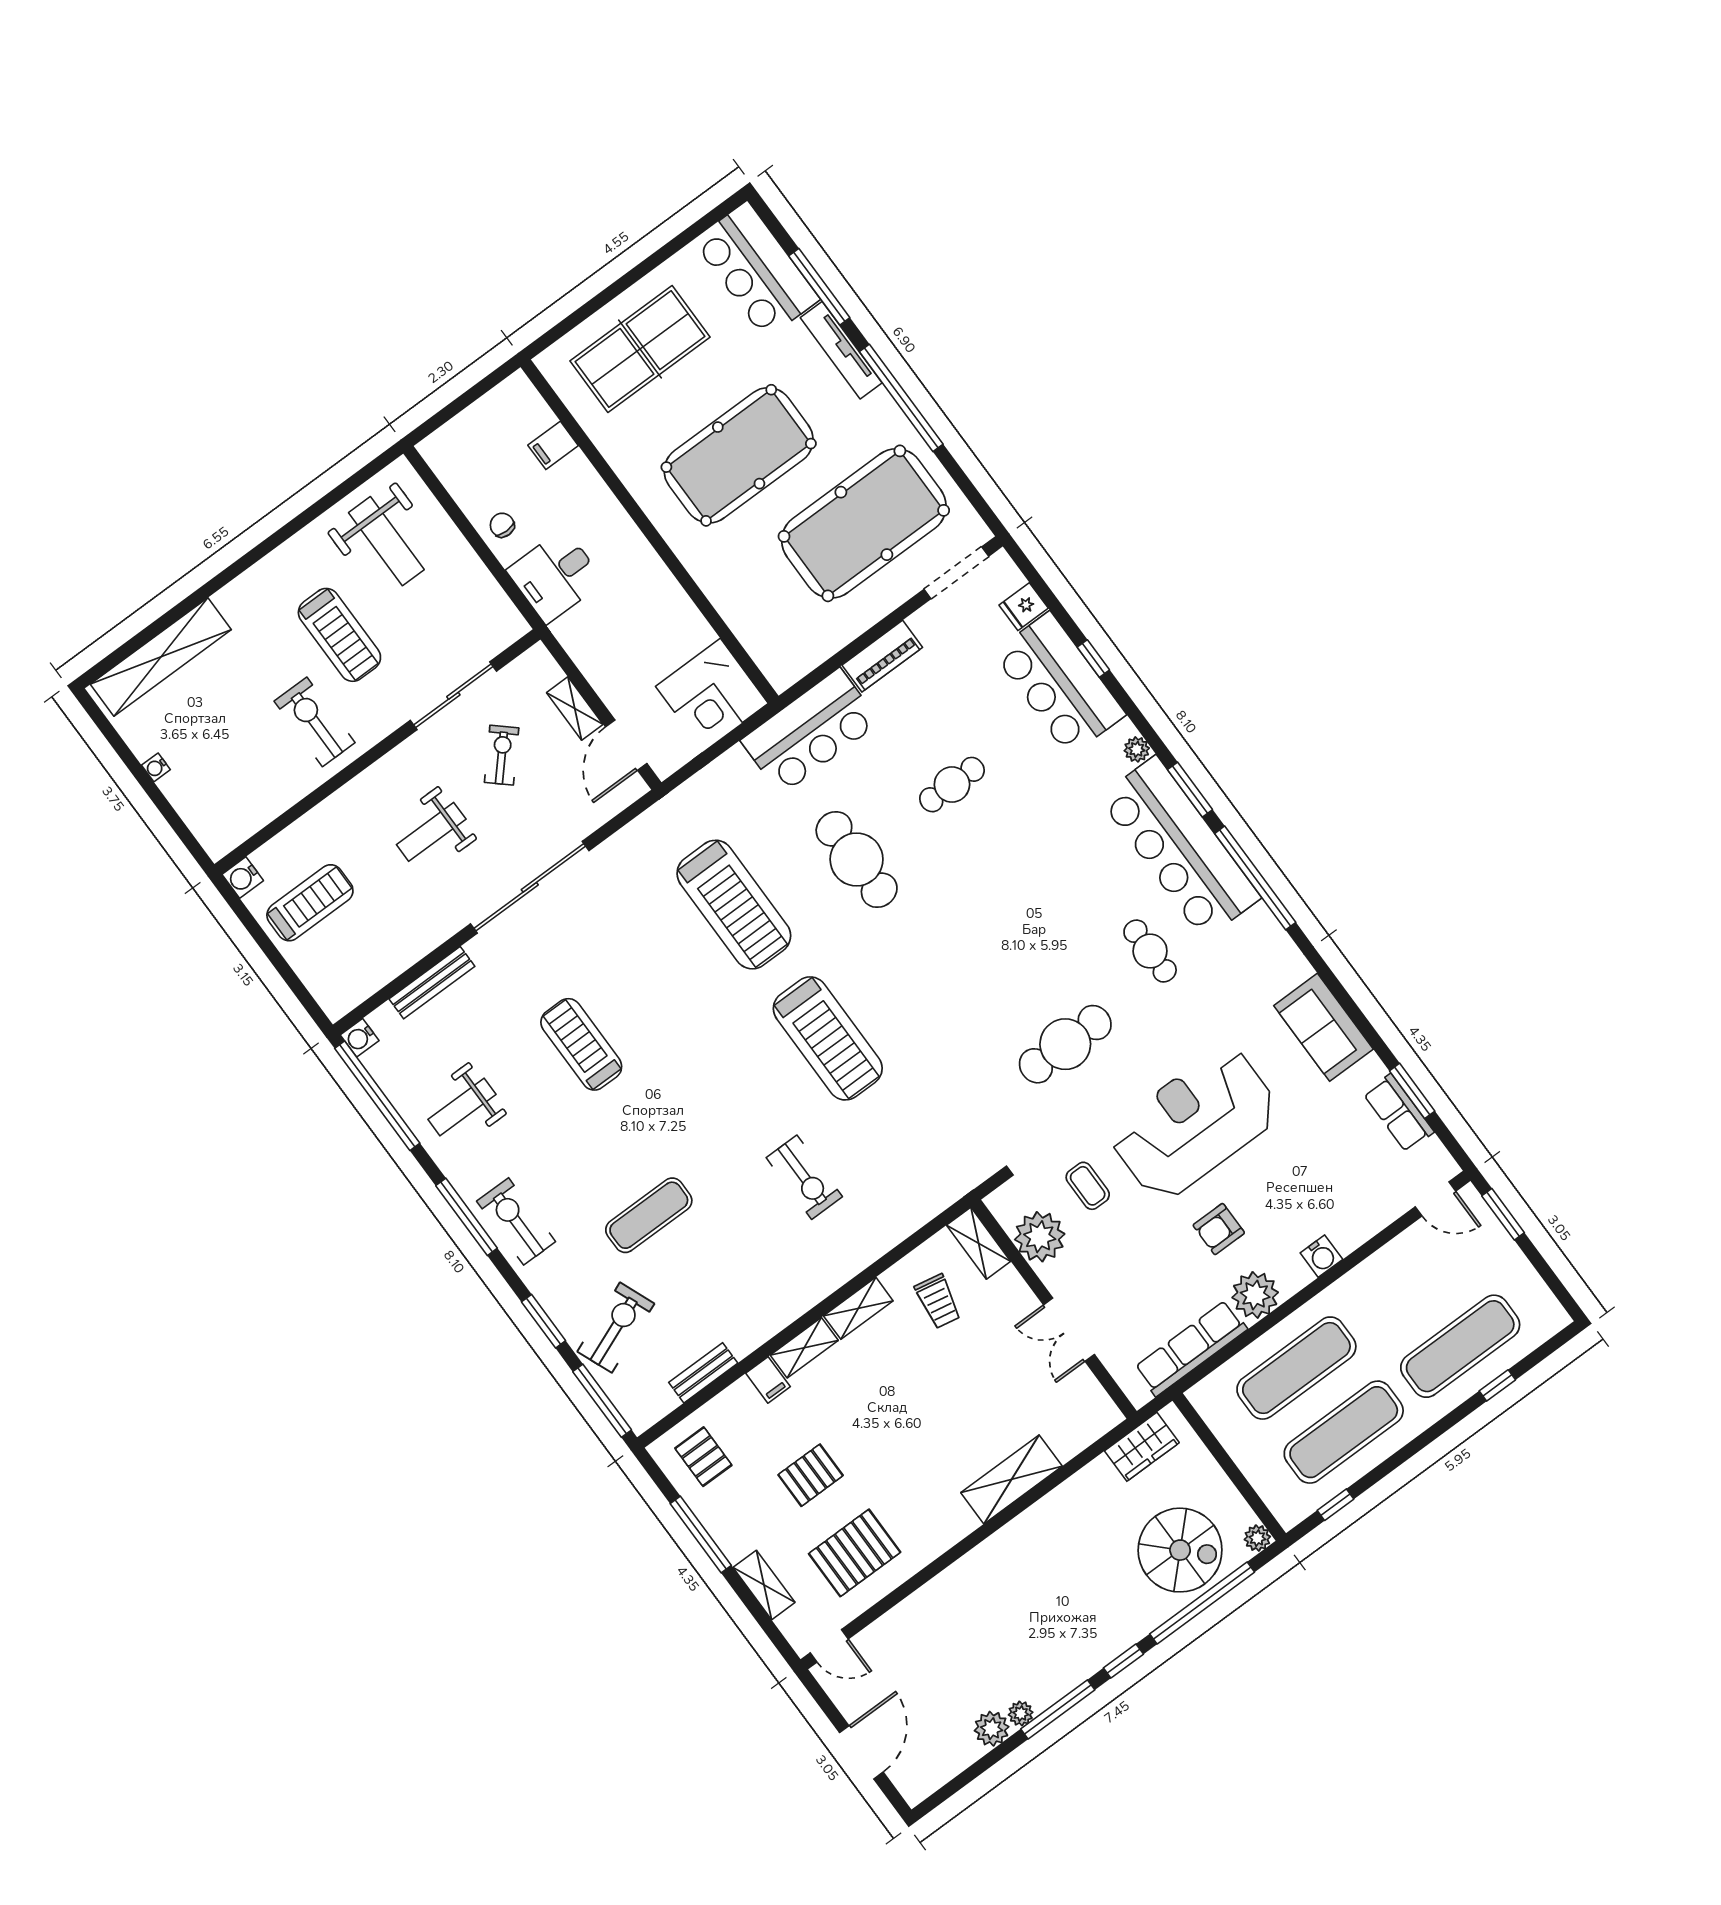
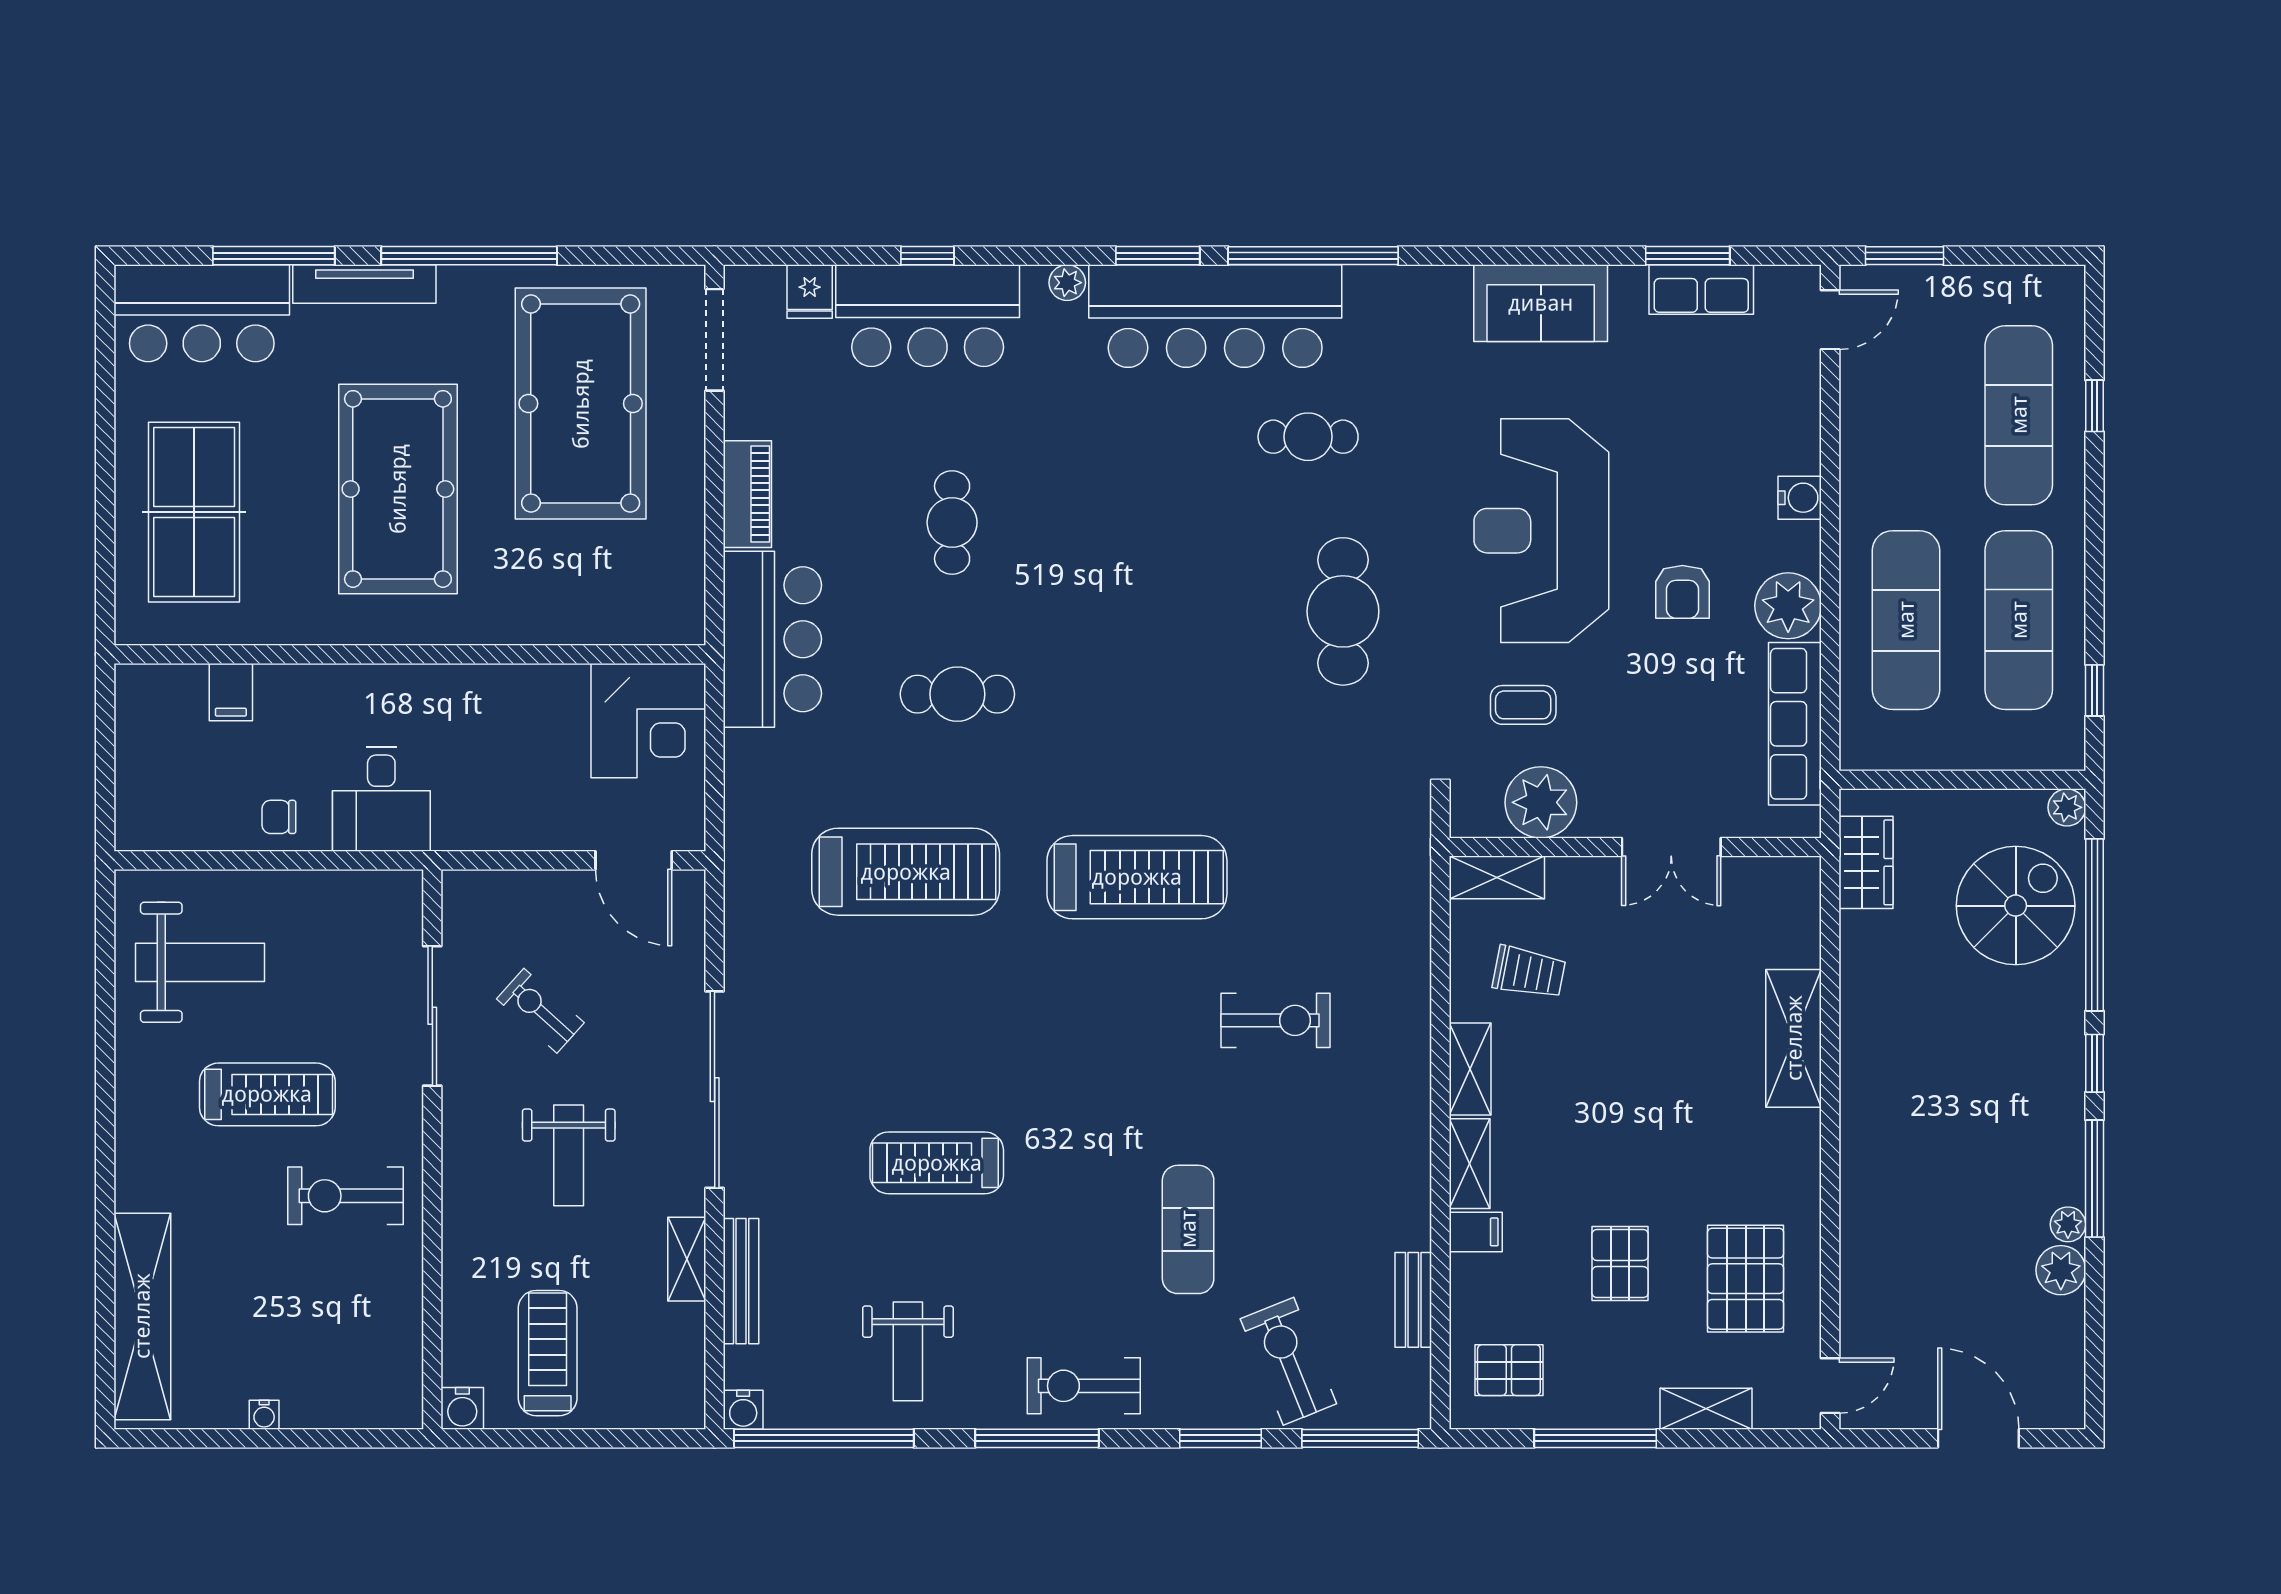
shelving: (575, 709) -> (687, 1259), moved, turned 90
cafe table: (857, 860) -> (957, 694), width x0.73, depth x0.74

